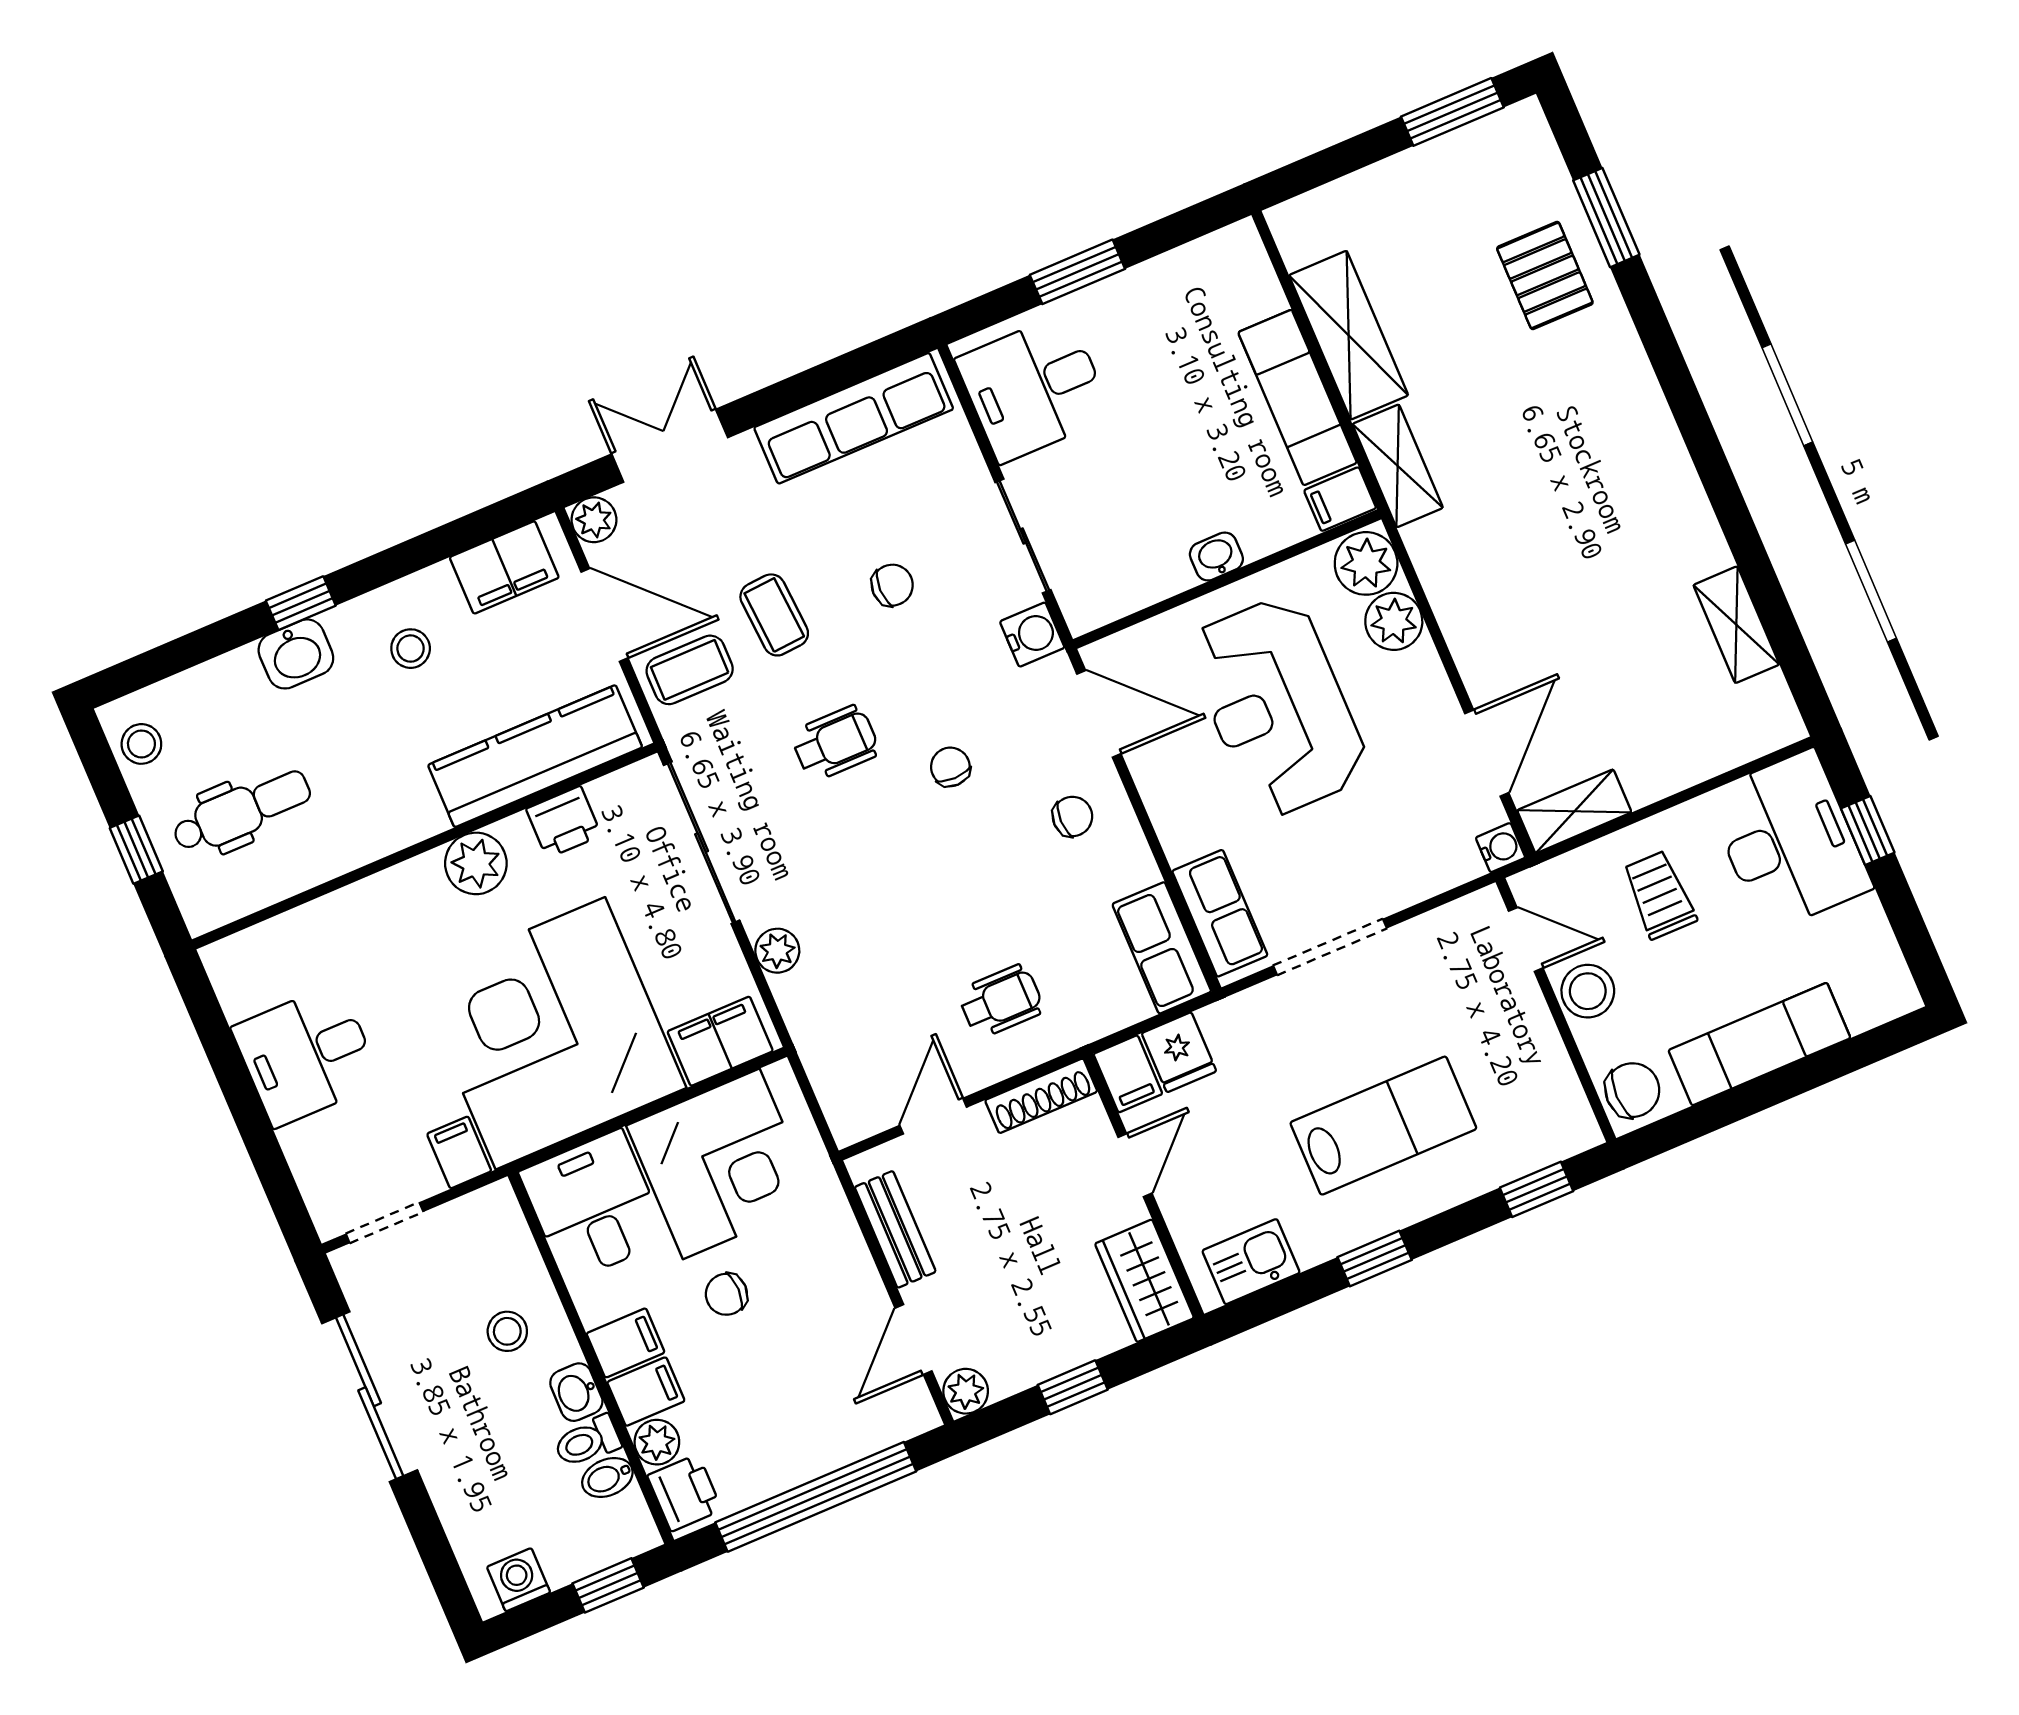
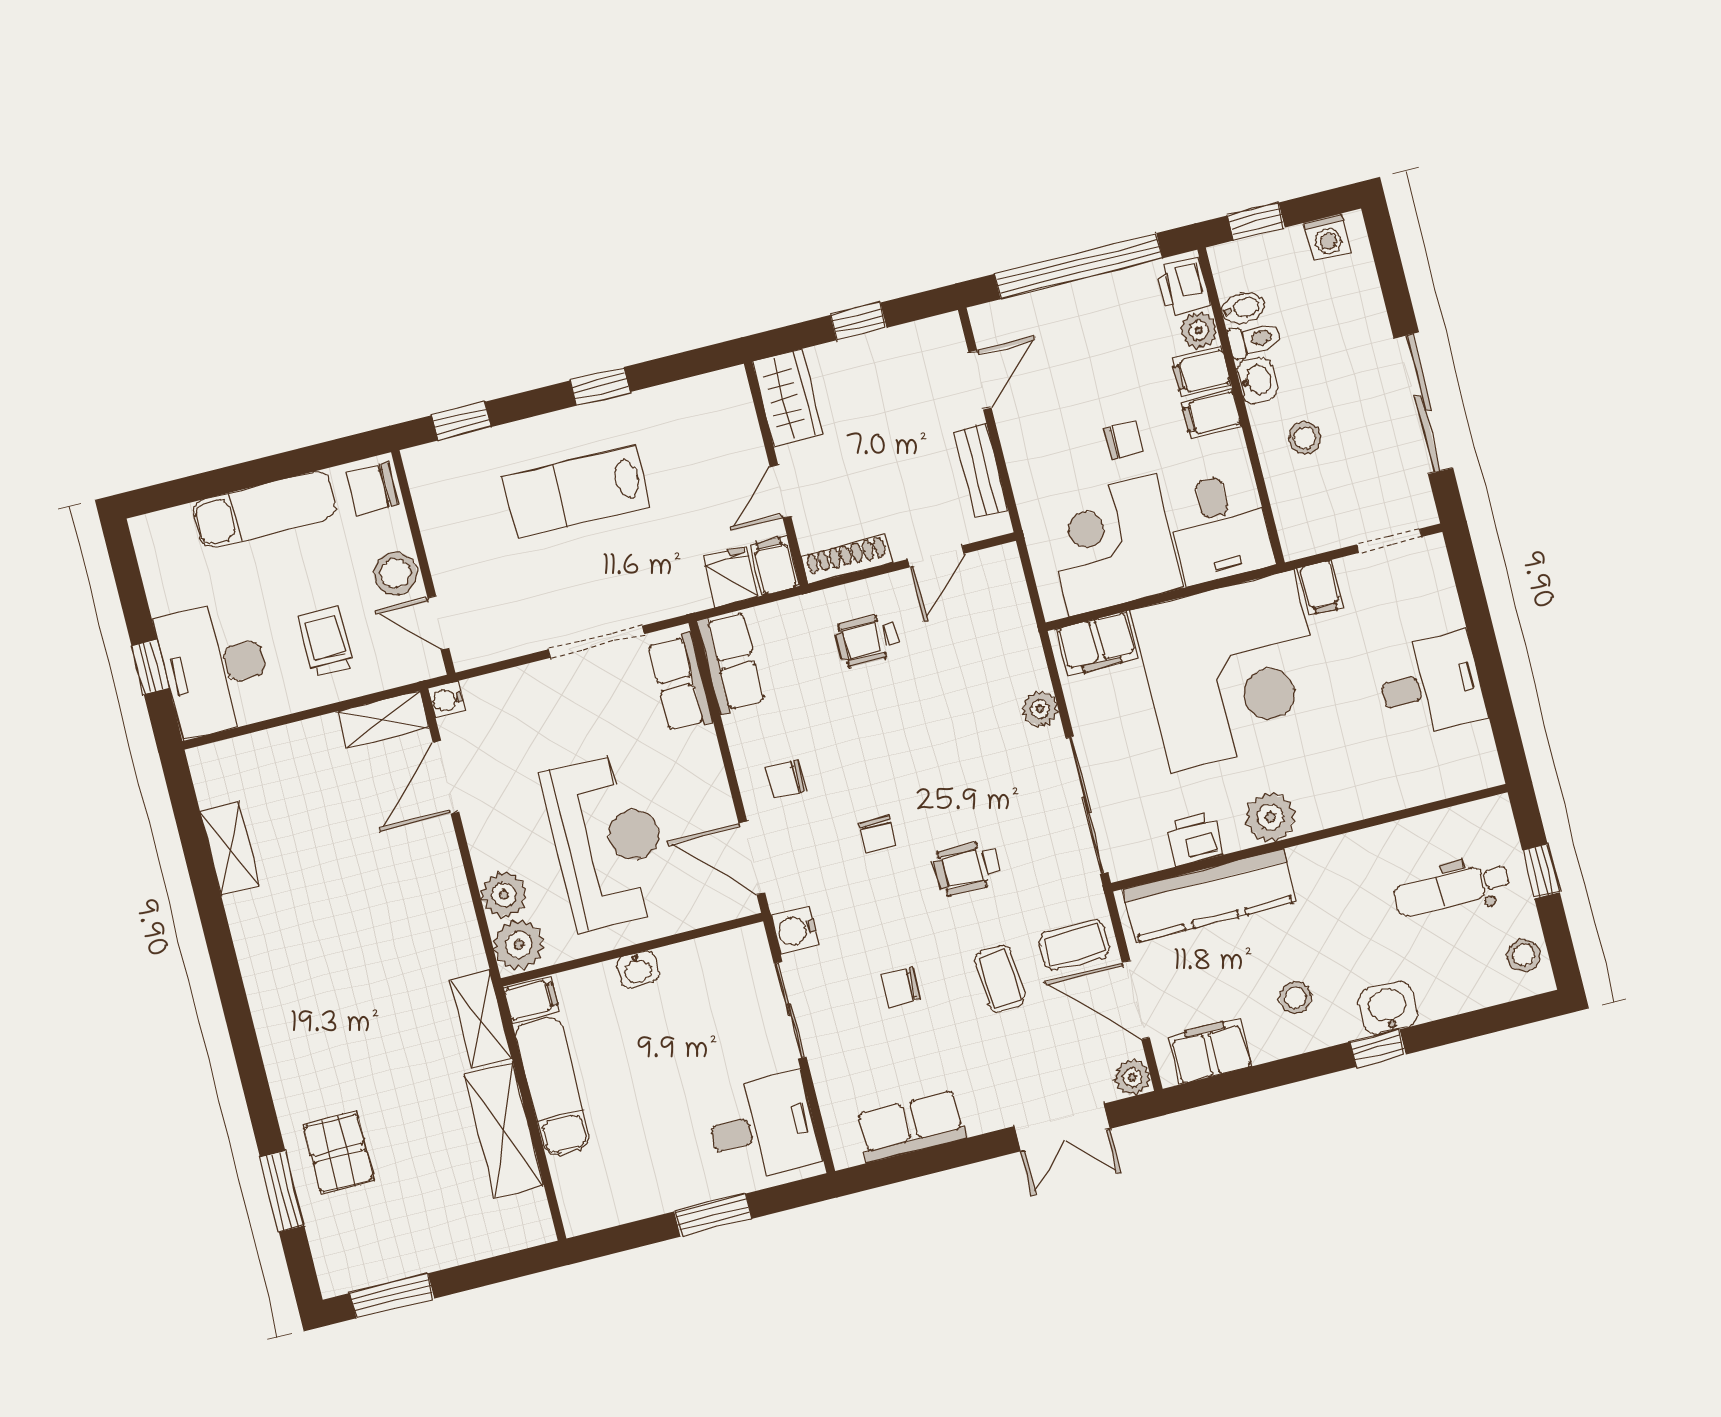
row of seats: (854, 418) -> (911, 1126), width x0.68
trolley: (1659, 895) -> (326, 642), turned 180
kitchen sink: (1251, 1262) -> (700, 399), removed
plant: (966, 1391) -> (945, 332), removed

